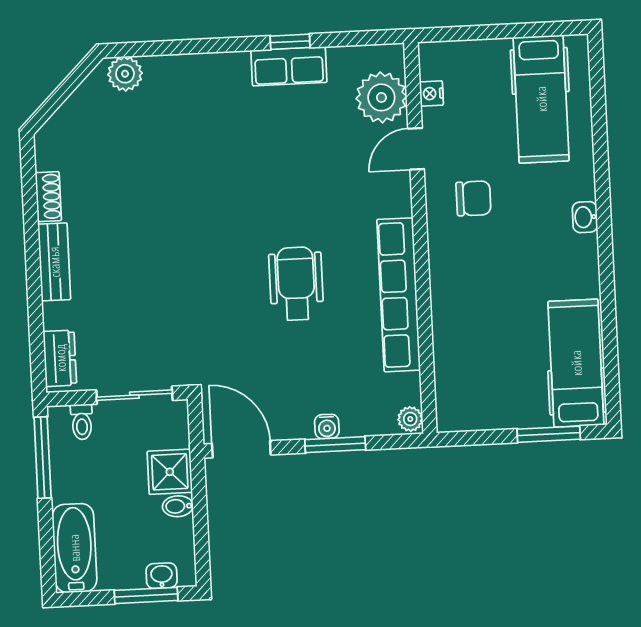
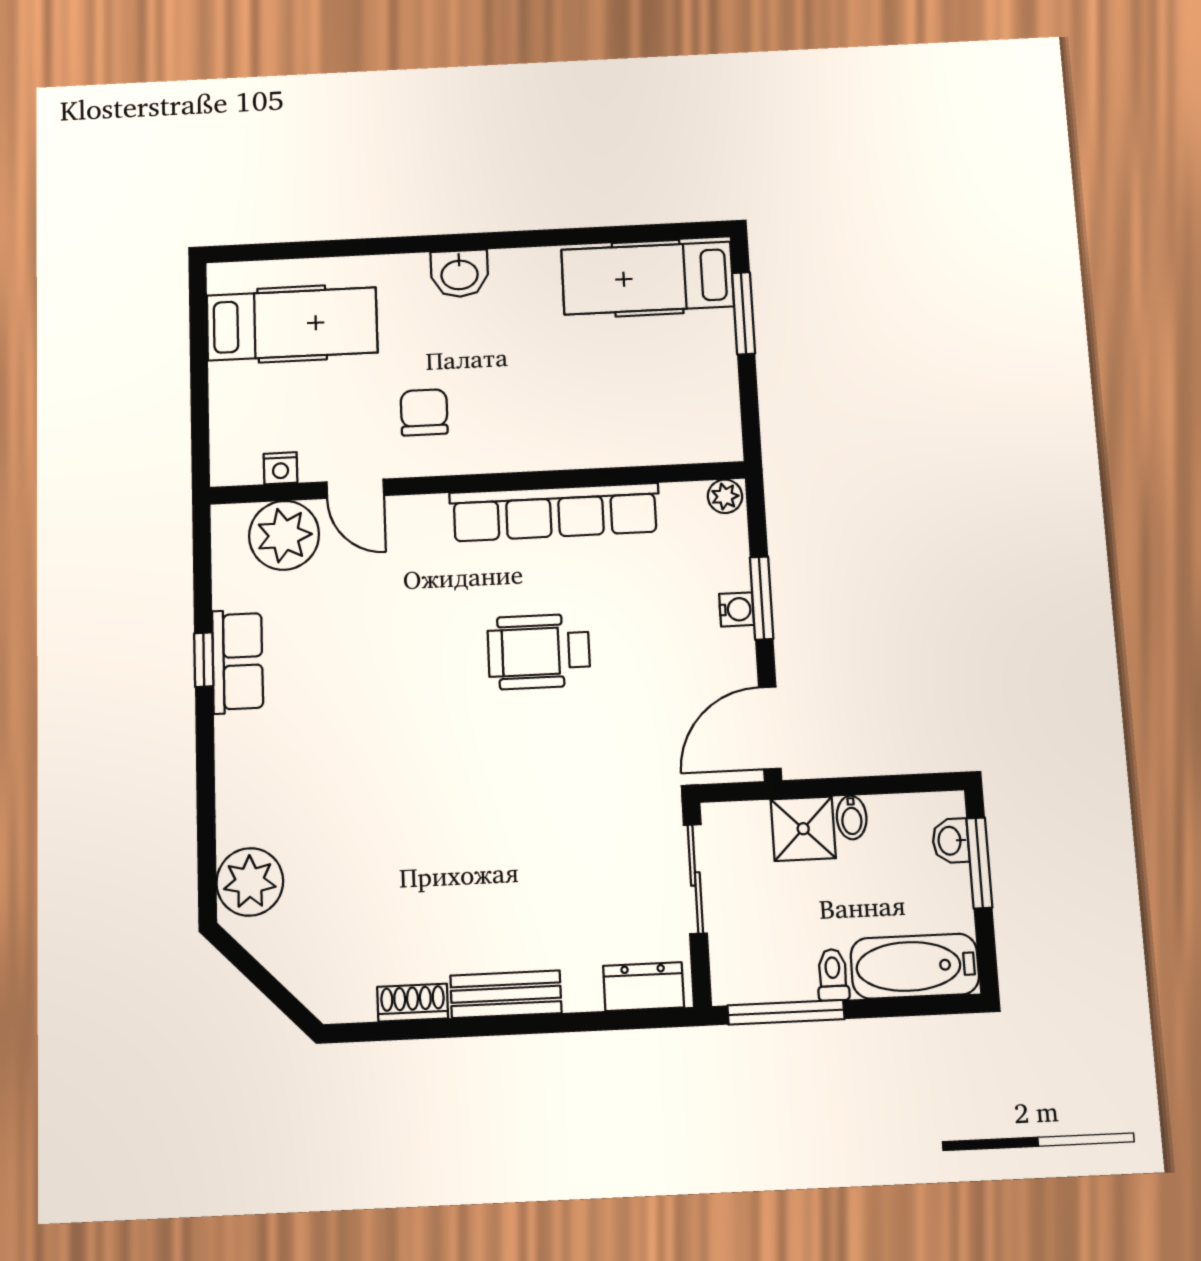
plant: (125, 74) -> (250, 882), width x1.36, depth x1.36
washbasin: (585, 217) -> (459, 274), width x1.38, depth x1.45
toilet: (82, 422) -> (833, 975), moved, turned -90

